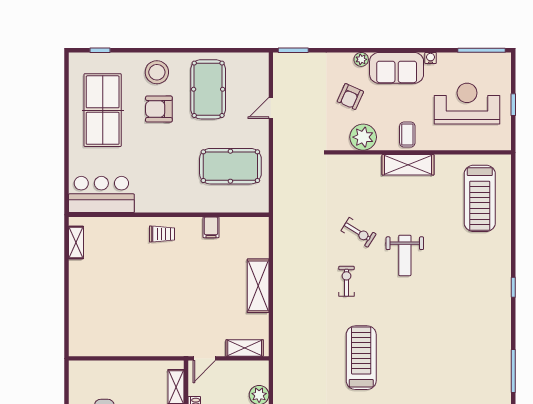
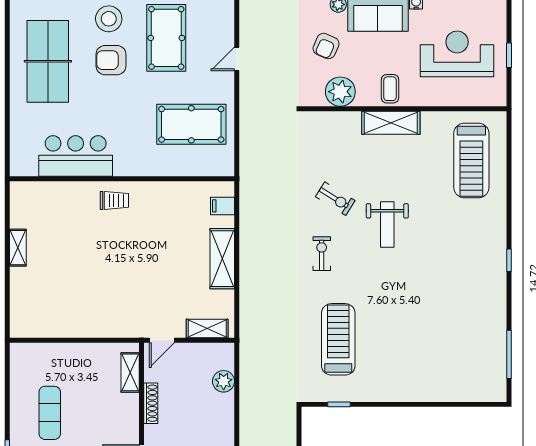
bar counter: (101, 194) -> (76, 156), moved
filing cabinet: (211, 227) -> (223, 206), moved, turned 90
shelving: (76, 242) -> (18, 248), moved

